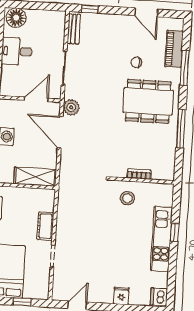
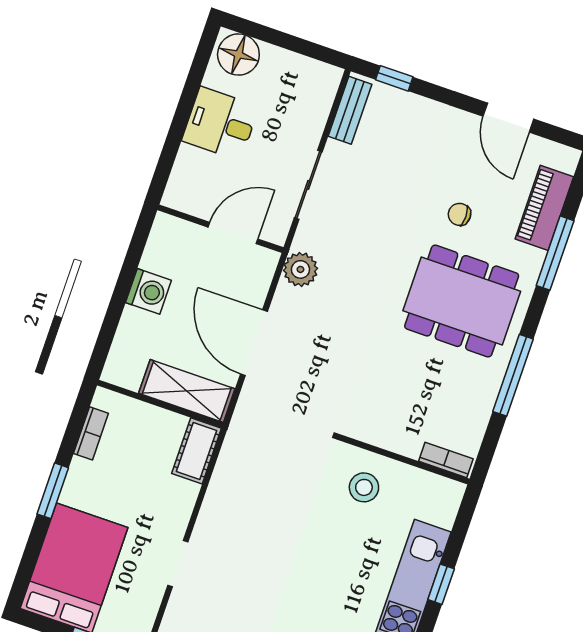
door: (60, 132) -> (254, 343), moved
bookcase: (139, 174) -> (446, 460), moved
cot: (45, 226) -> (196, 451), moved

